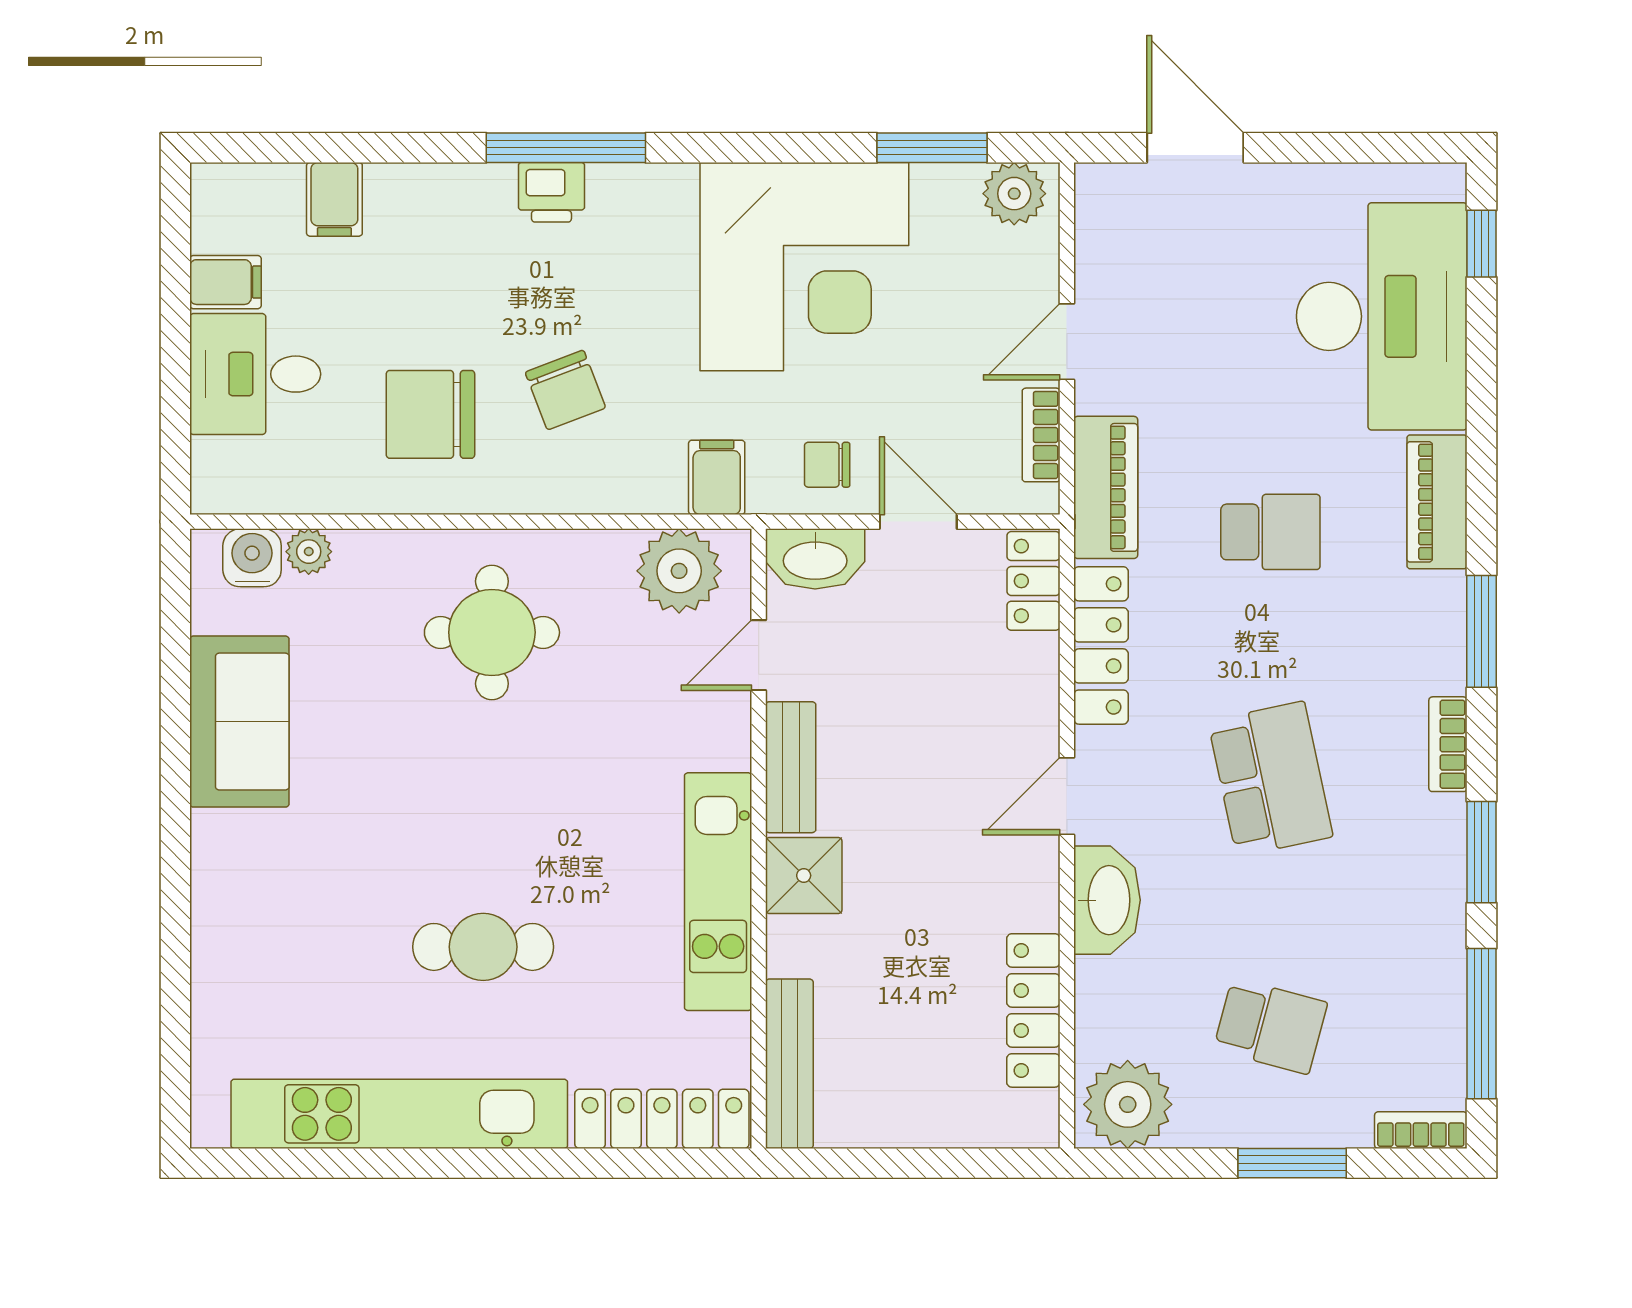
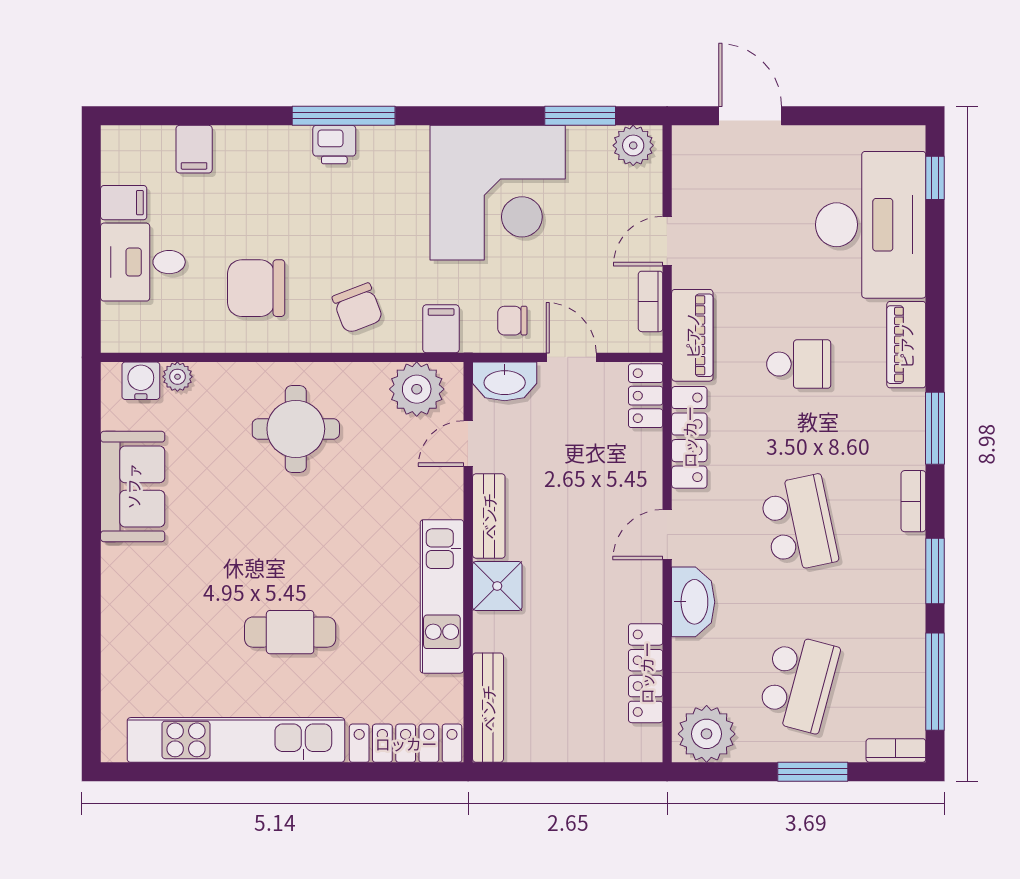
chair: (565, 390) -> (358, 308), moved
school desk: (1270, 1026) -> (799, 683), width x1.85

